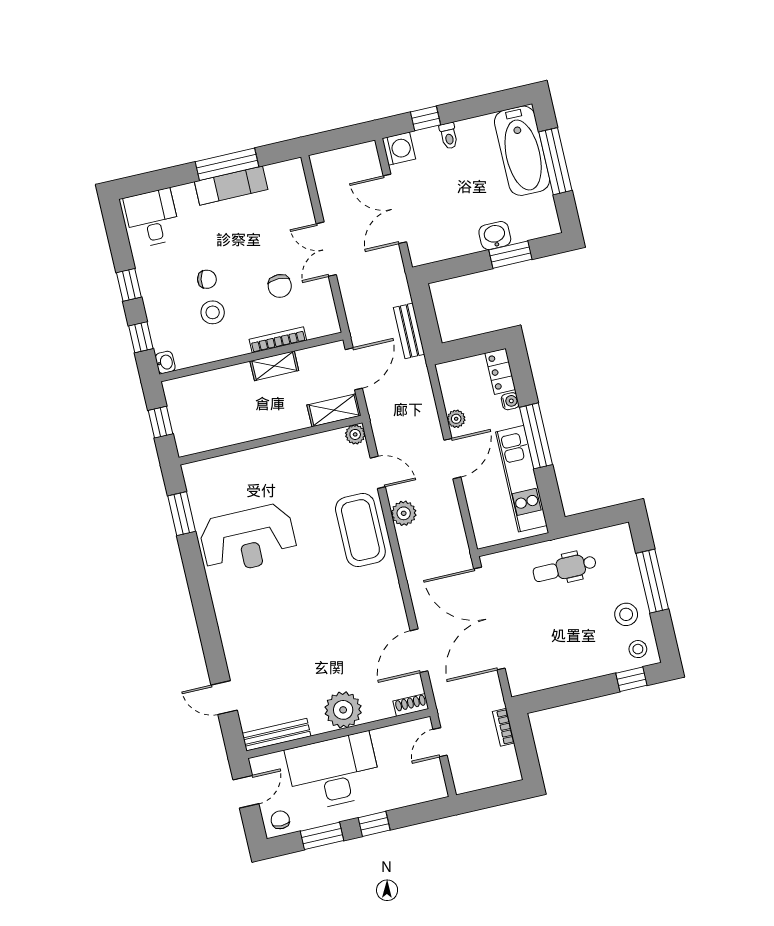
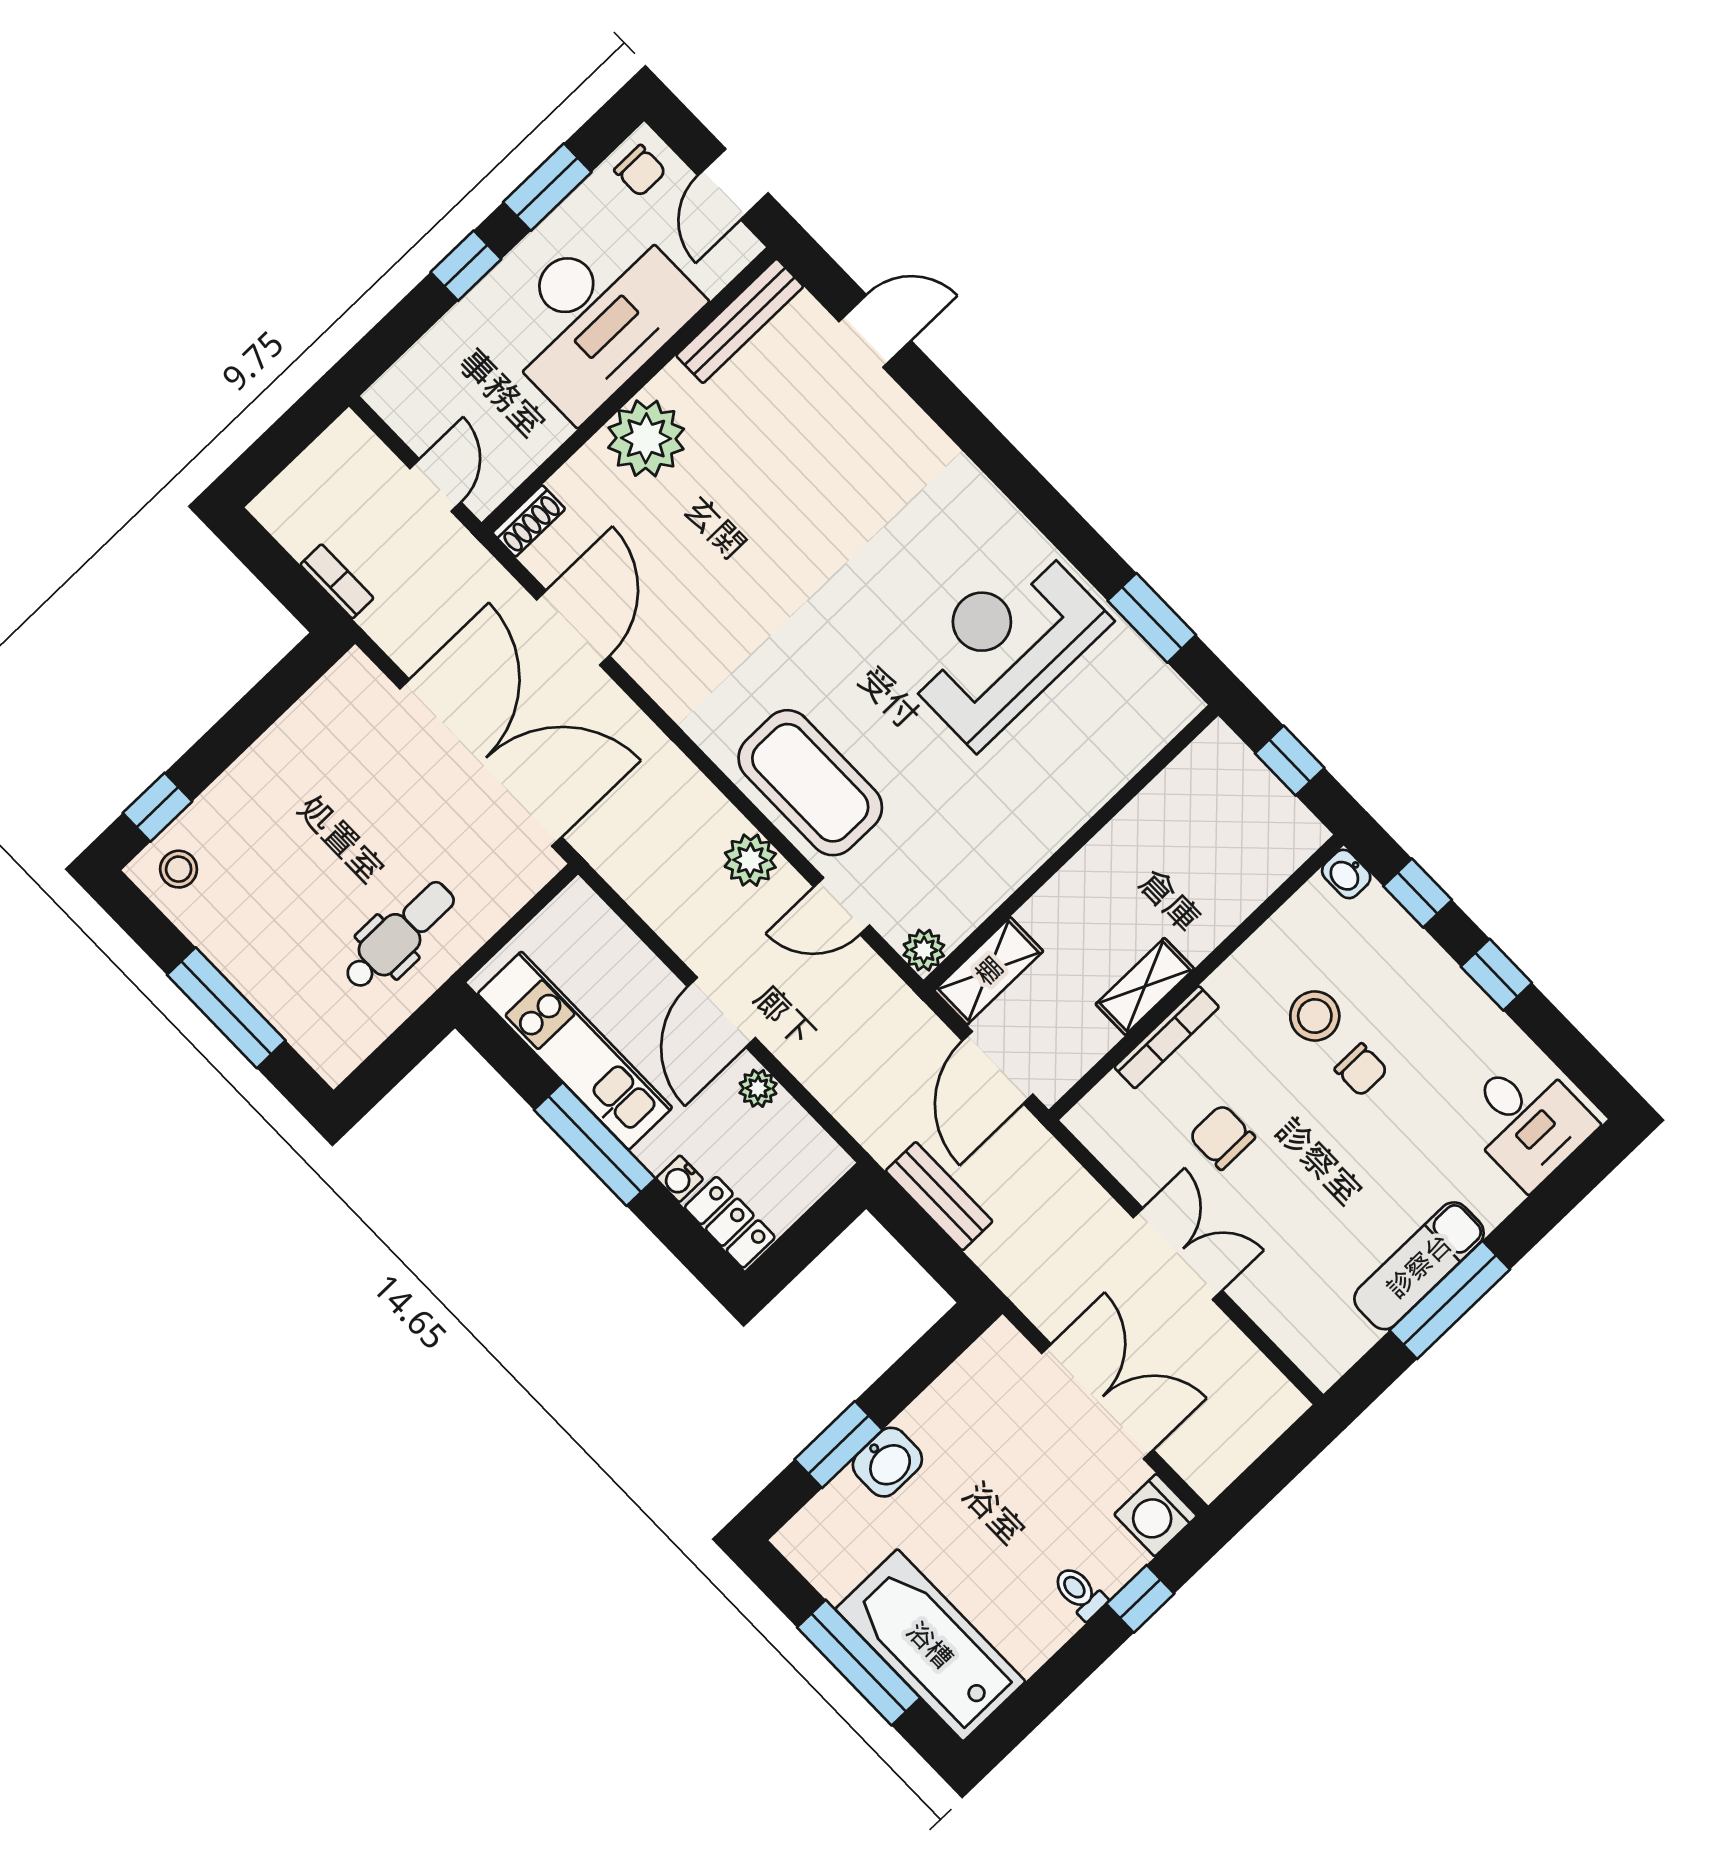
chair: (207, 279) -> (1361, 1070), turned -101
stool: (626, 614) -> (238, 919), removed

